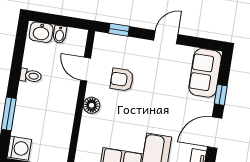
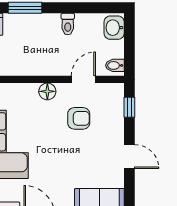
bidet: (60, 34) -> (115, 65), moved
armchair: (122, 80) -> (79, 118), turned 90

